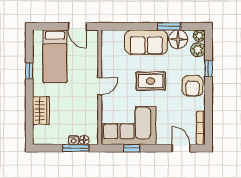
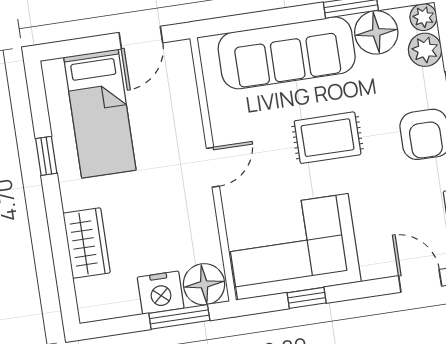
door: (77, 26) -> (141, 38), hinge flipped
sofa: (146, 42) -> (287, 53), width x1.36
nightstand: (74, 140) -> (161, 293), width x1.89, depth x1.79
floor lamp: (84, 140) -> (204, 284), width x1.89, depth x1.89

